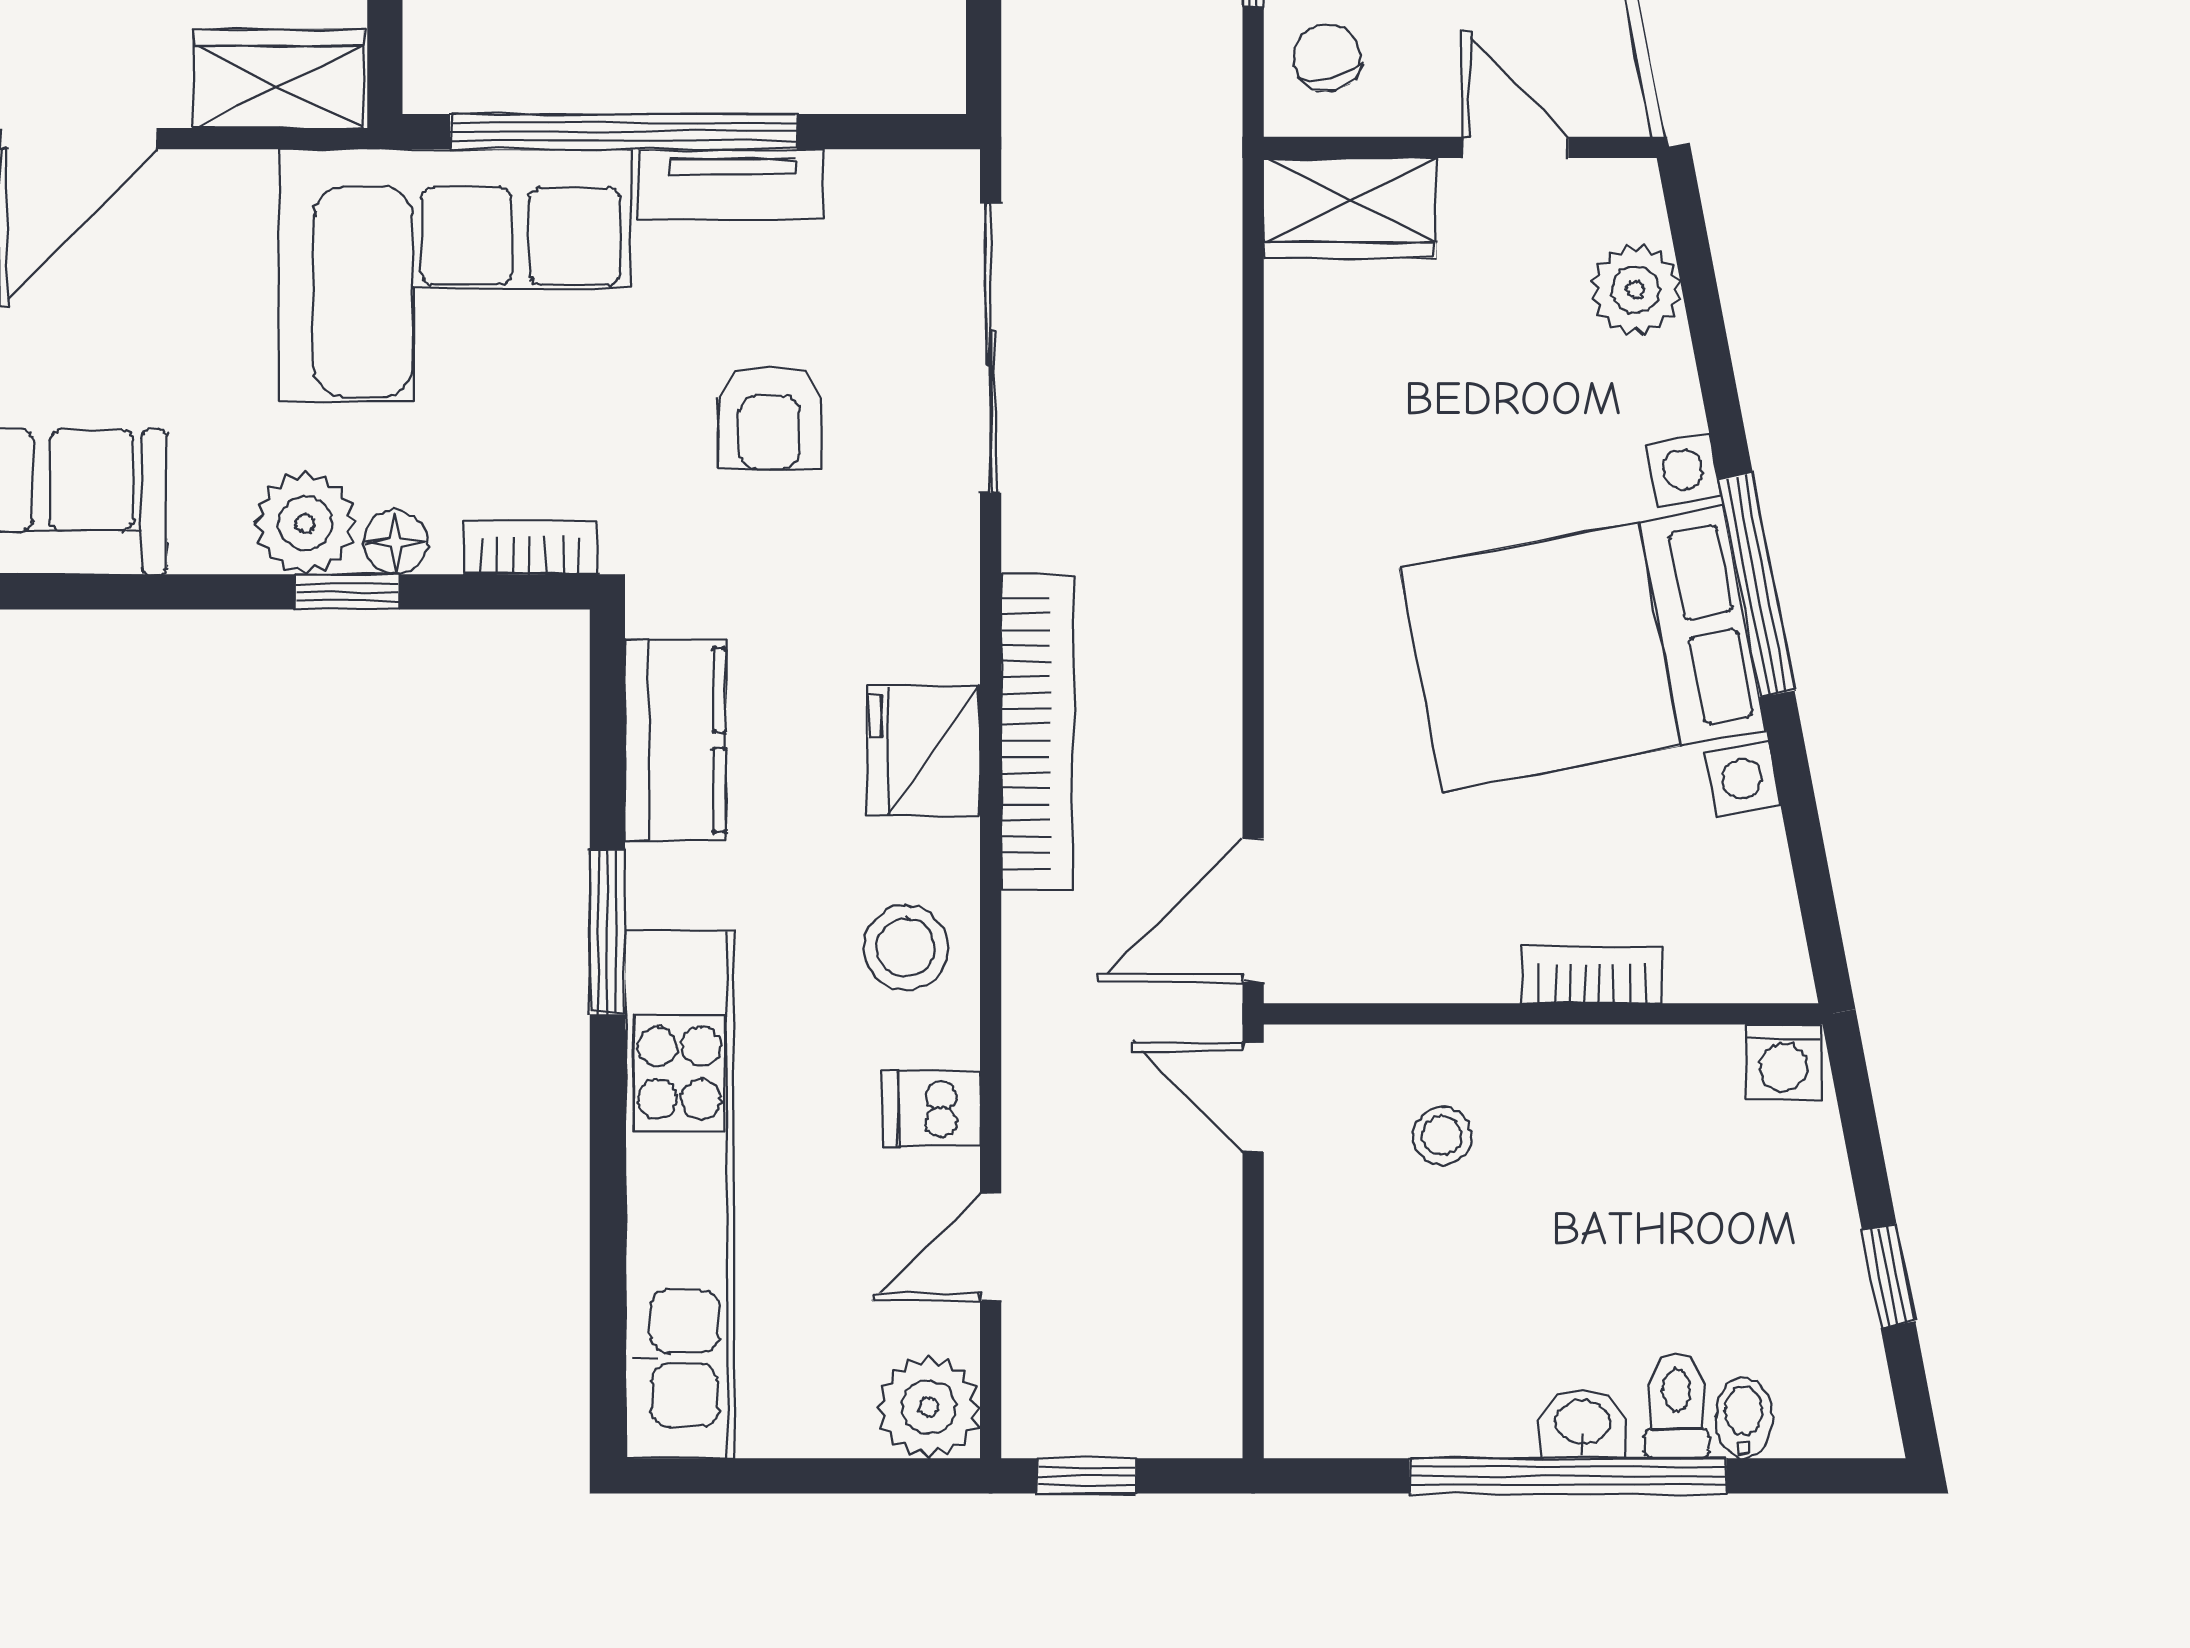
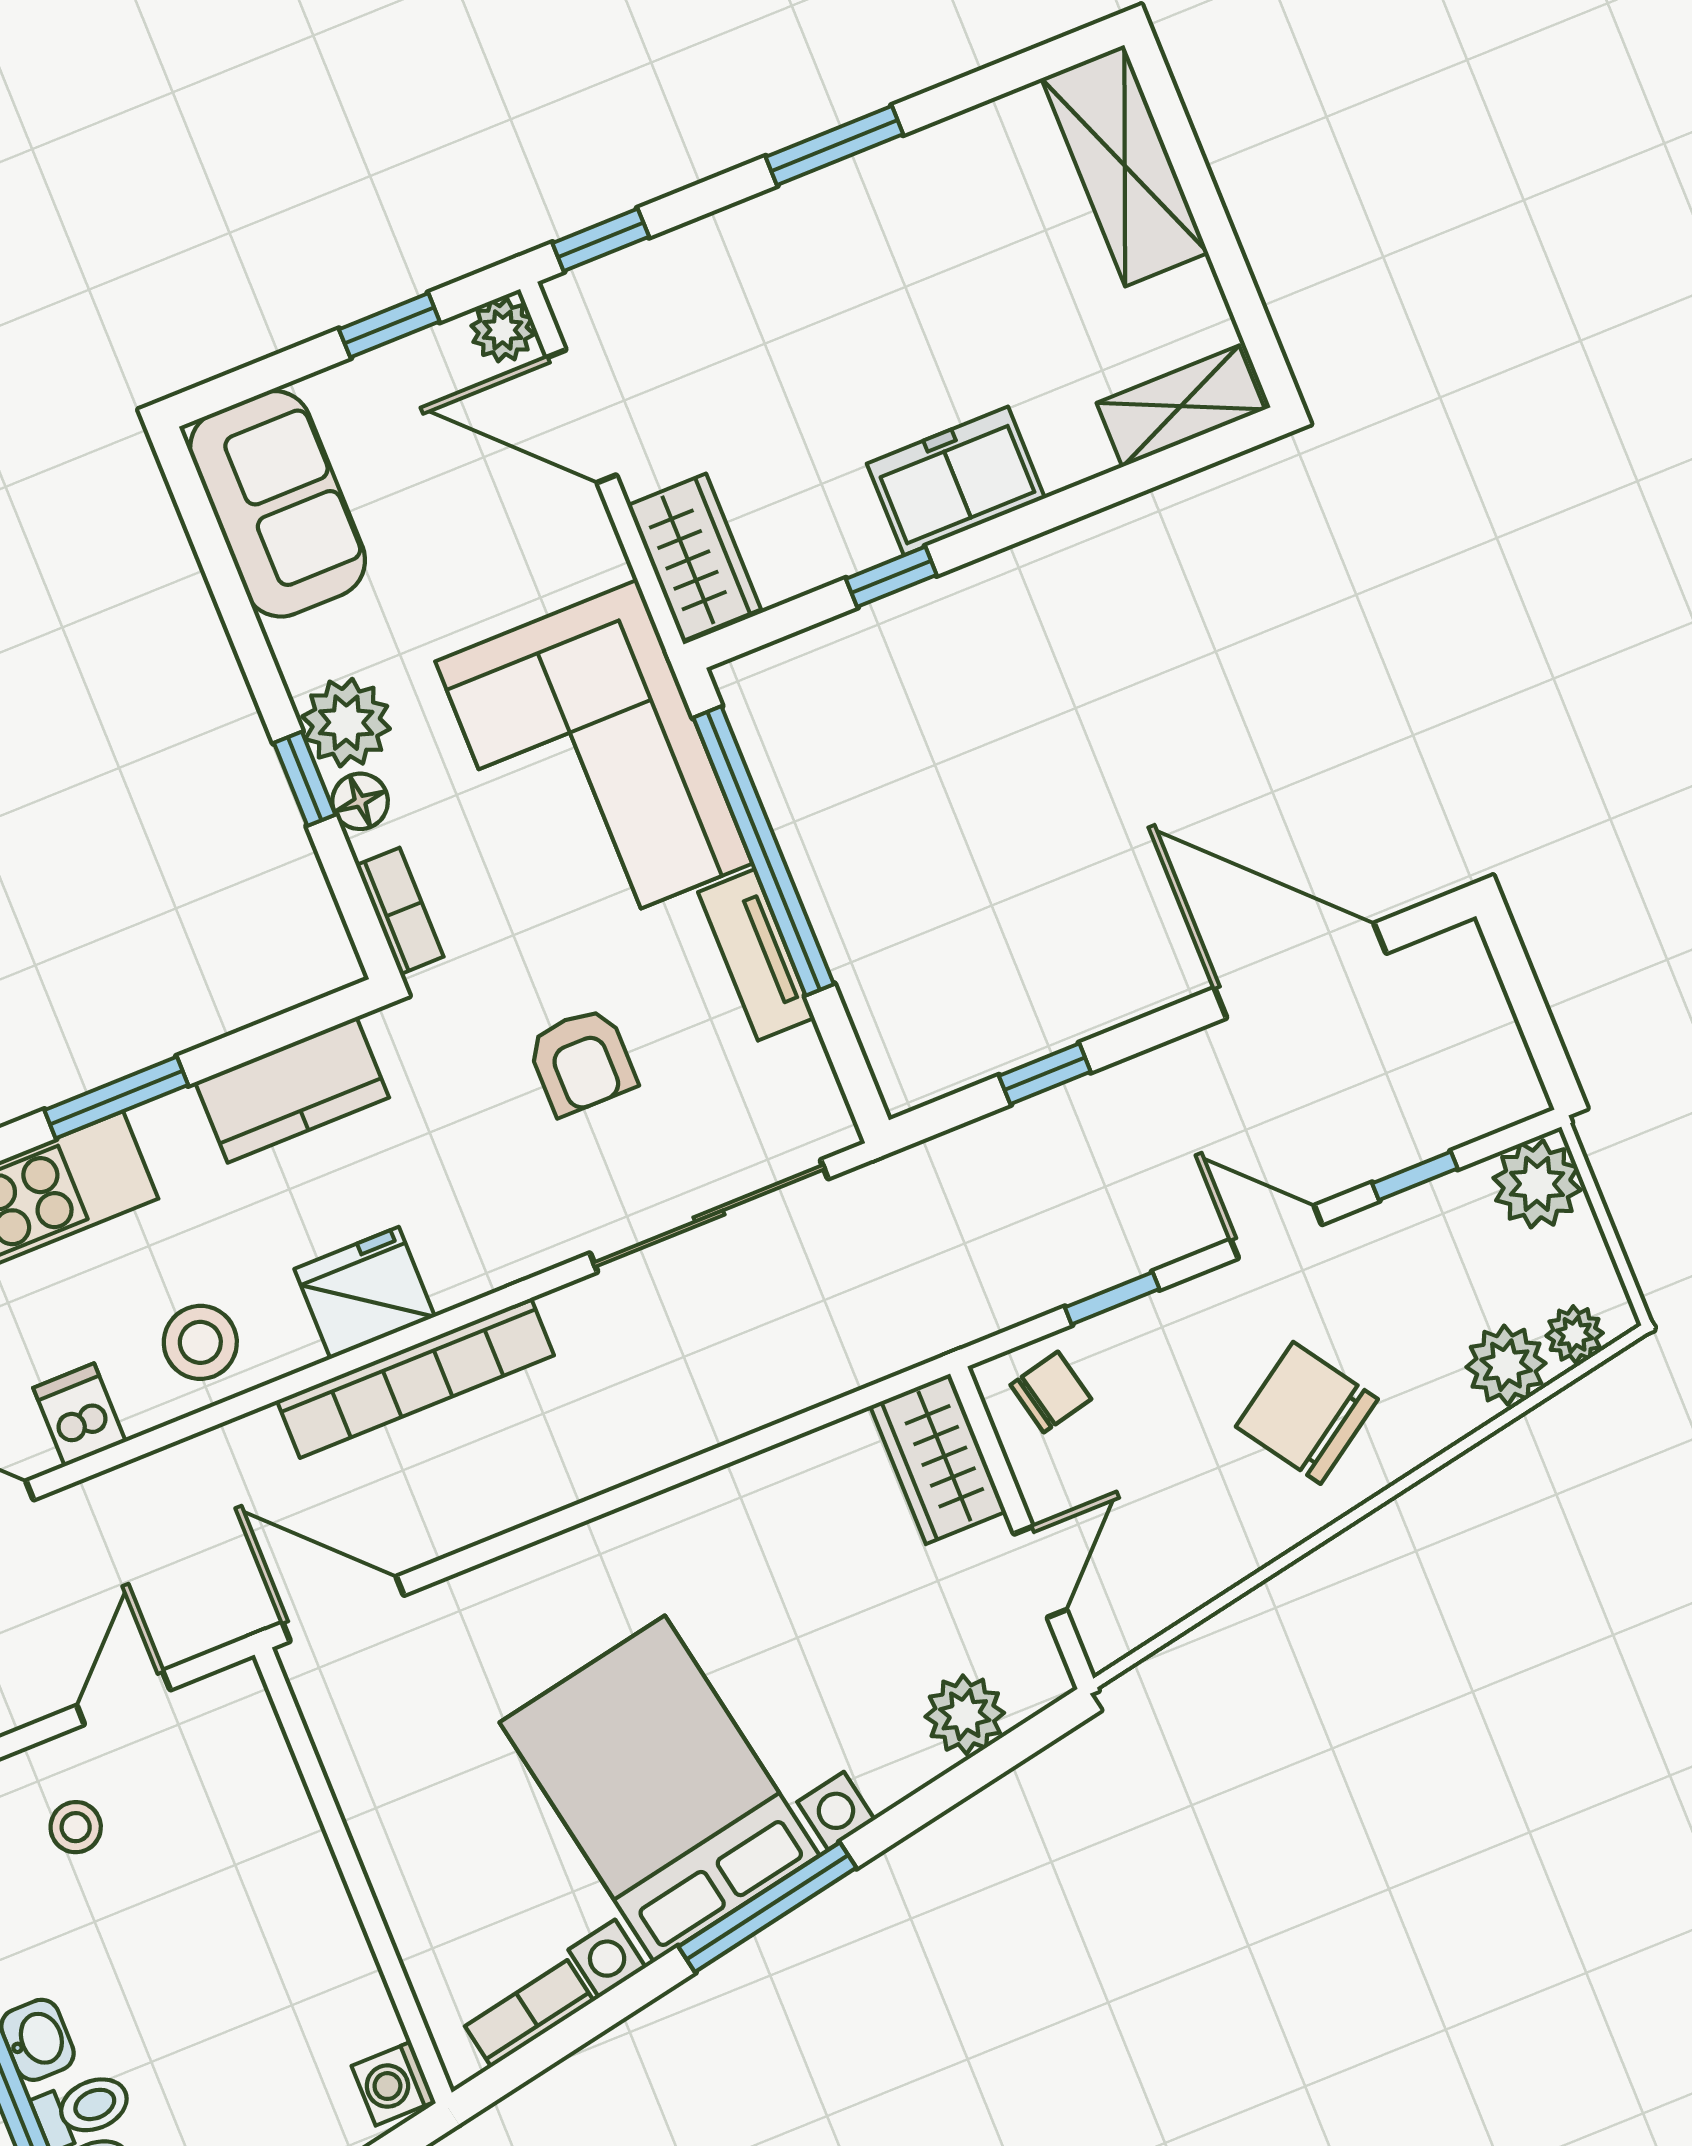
armchair: (770, 417) -> (582, 1061), turned -90
bookcase: (1592, 975) -> (529, 2014), moved, turned -101
door: (1253, 1097) -> (123, 1698), moved
stool: (1442, 1136) -> (76, 1827), moved

